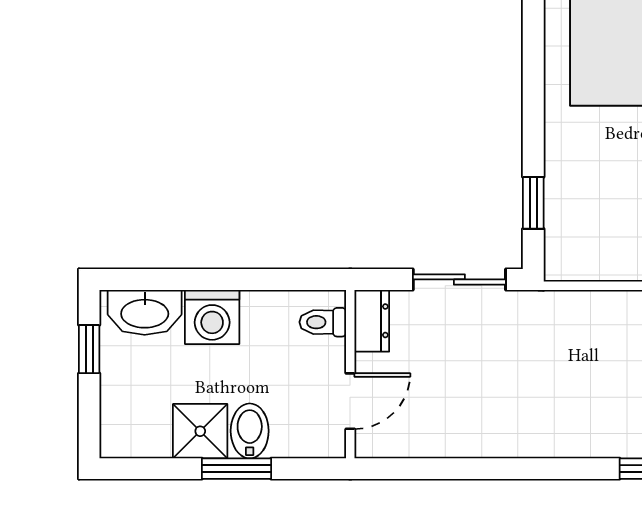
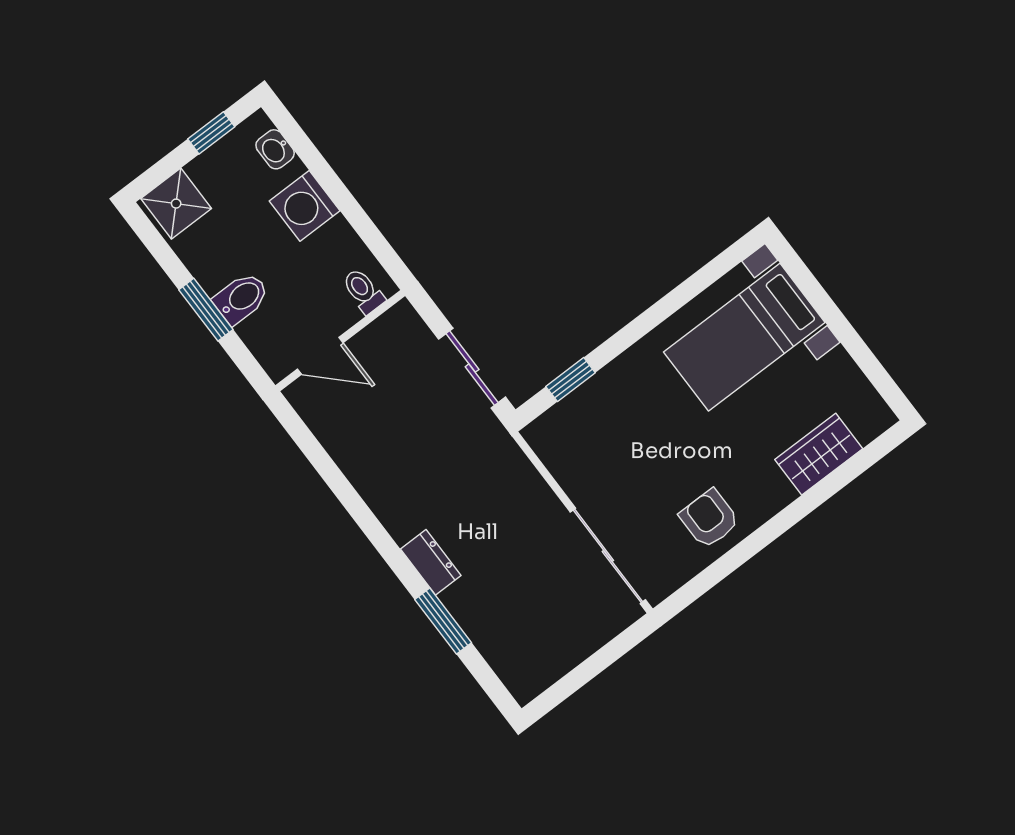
washbasin: (145, 312) -> (275, 149), width x0.52, depth x0.69
dresser: (372, 321) -> (431, 562), moved, turned -90
shower: (200, 431) -> (176, 204), moved

